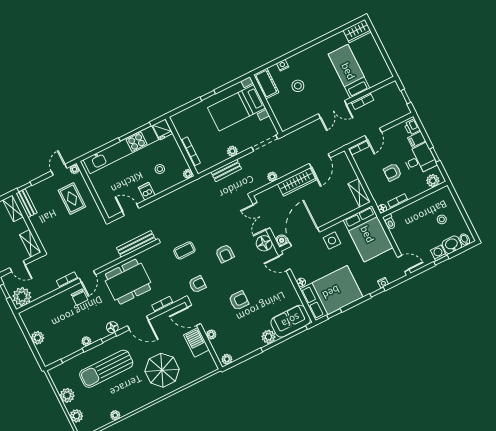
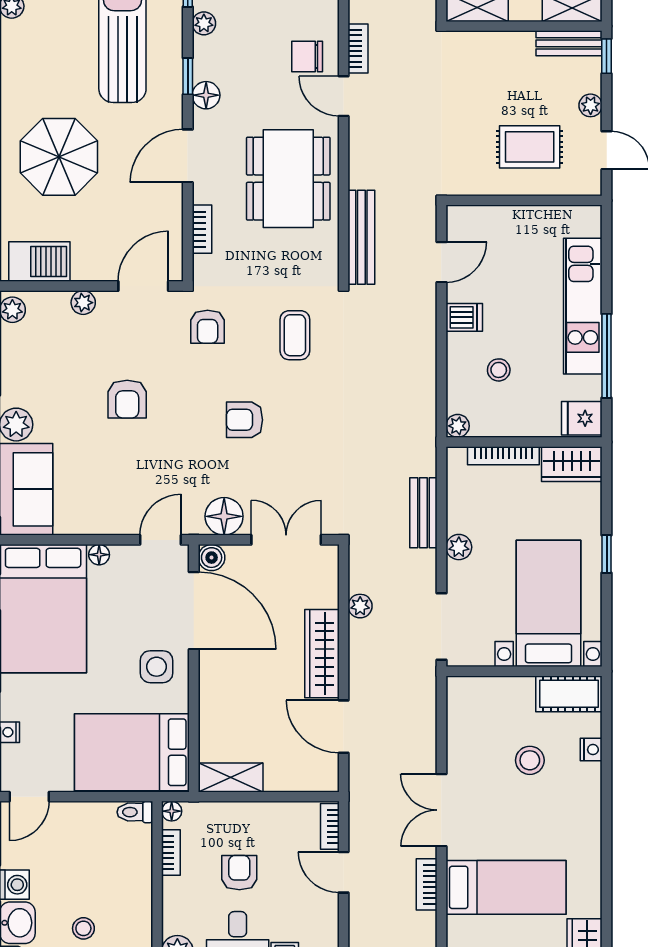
wardrobe: (181, 125) -> (572, 464), added
kitchen unit: (121, 150) -> (583, 306), width x0.73
plant: (75, 169) -> (591, 105), moved
barbecue: (196, 342) -> (39, 261), moved

